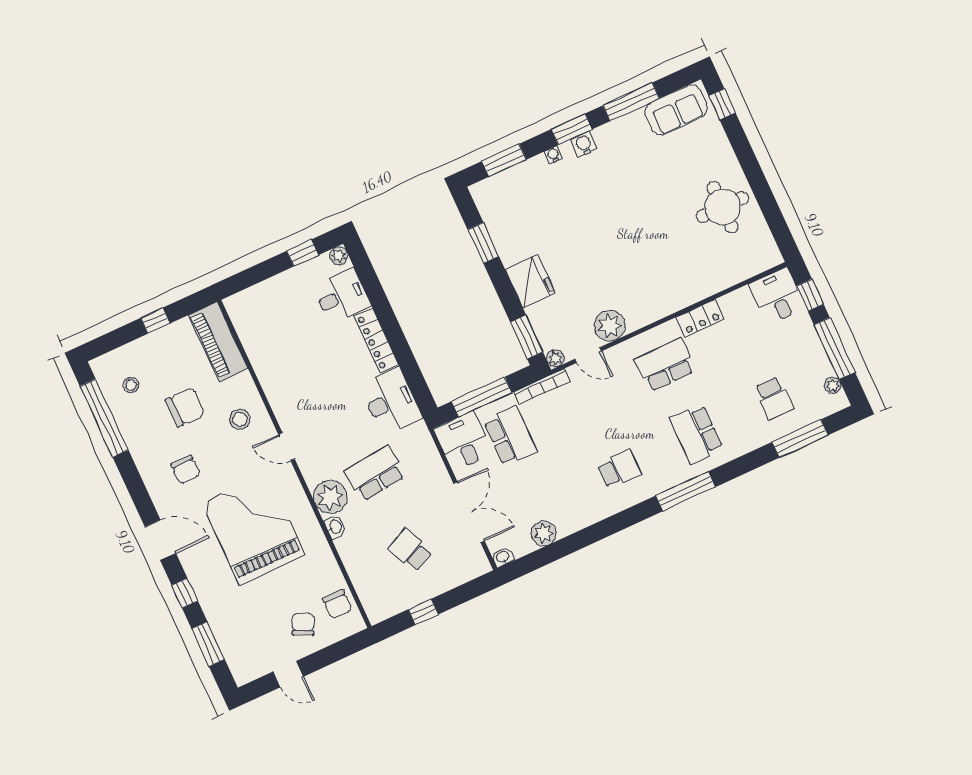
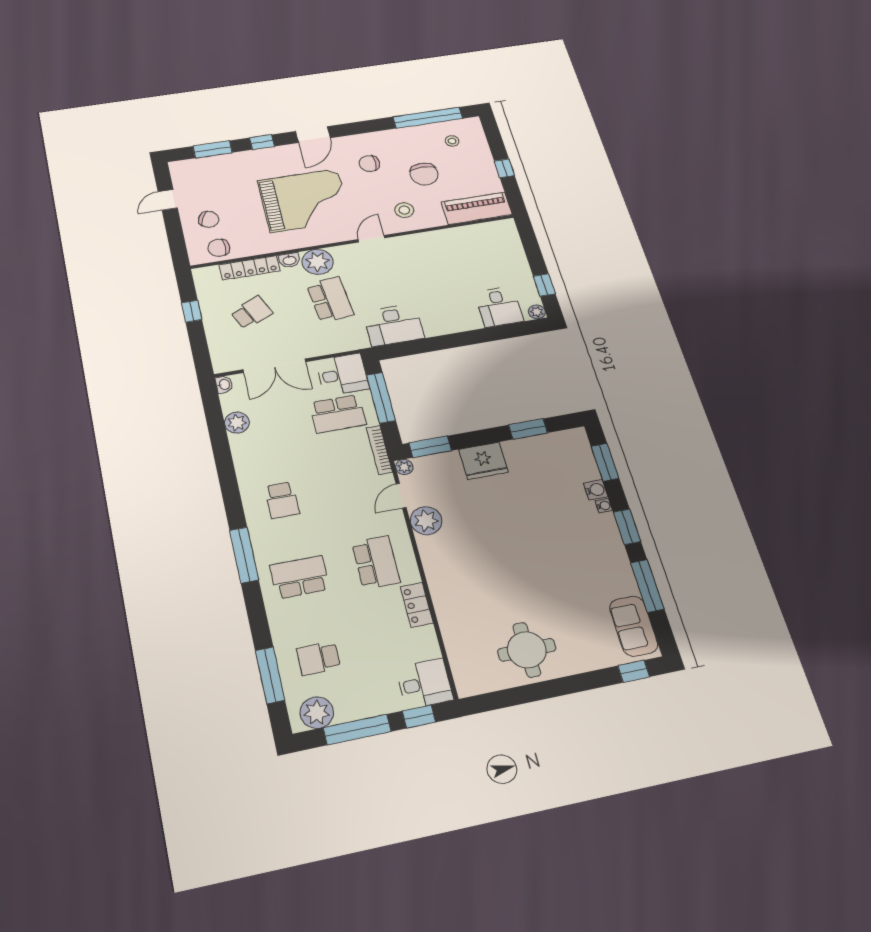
water cooler: (584, 144) -> (596, 490), moved
locker: (376, 340) -> (250, 268), moved, turned 180
plant: (833, 385) -> (317, 712), width x1.88, depth x1.88

